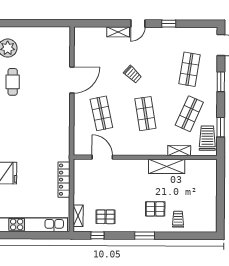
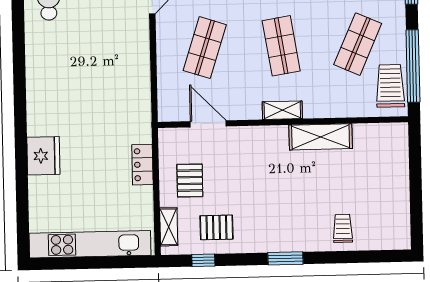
shop shelf: (101, 113) -> (205, 48), turned 30
window: (221, 127) -> (413, 66), width x2.11
shelving: (179, 151) -> (282, 110), moved
locker: (64, 180) -> (142, 165), width x0.66
pallet: (155, 209) -> (190, 180), moved, turned 90

